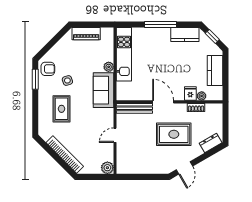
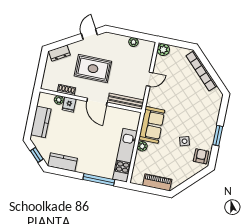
window: (160, 25) -> (99, 180), moved
armchair: (48, 69) -> (201, 156), turned 90
window: (35, 79) -> (218, 136), moved
rug: (62, 109) -> (196, 115), removed
plant: (139, 169) -> (133, 42), added

